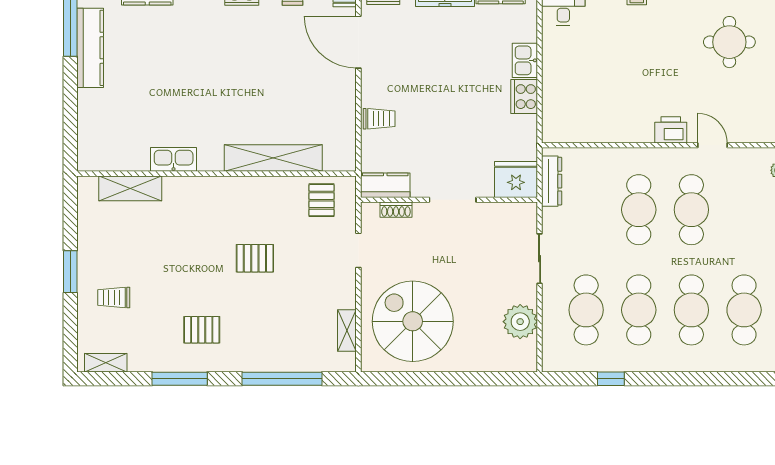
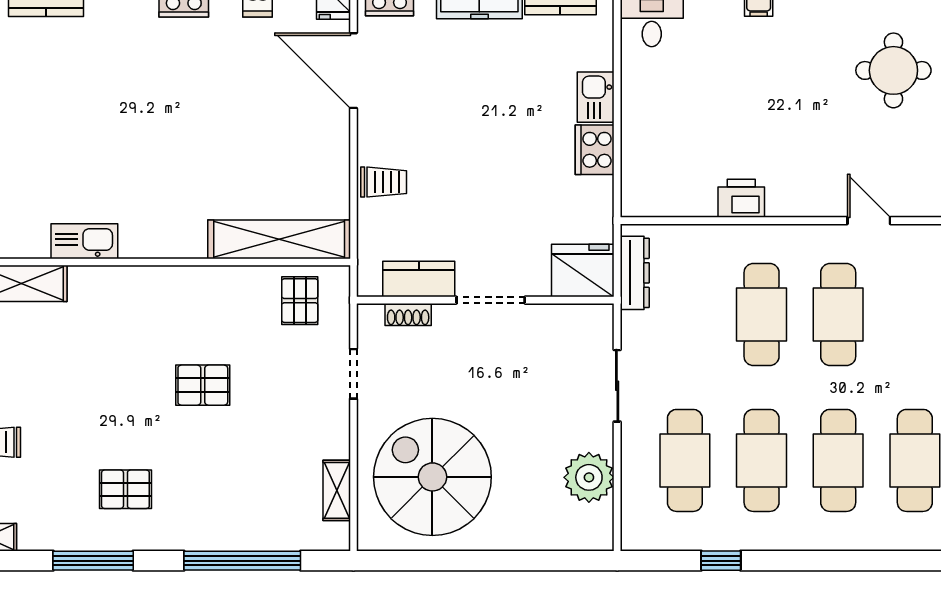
printer: (671, 130) -> (741, 198), moved
shelving: (273, 158) -> (279, 239), moved
kitchen counter: (385, 185) -> (419, 279), moved

